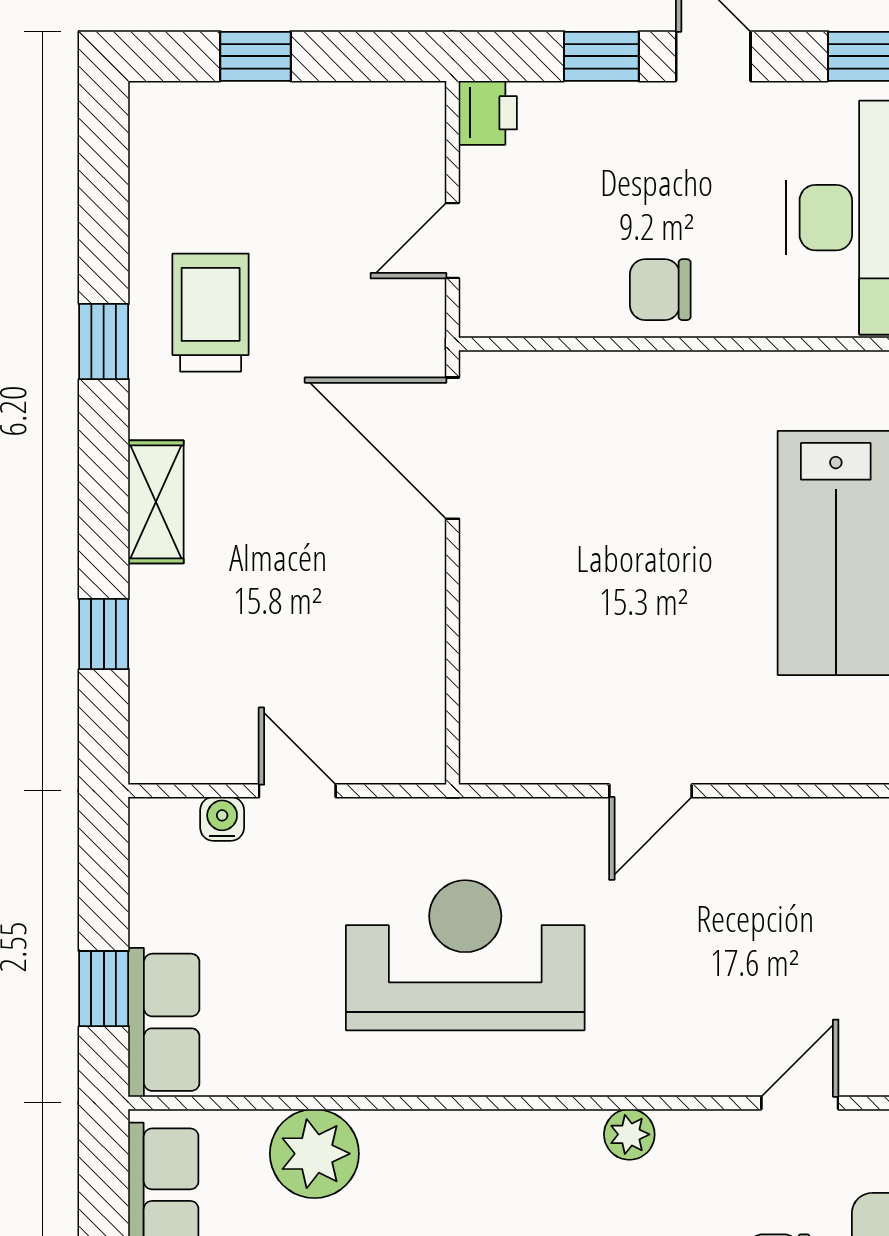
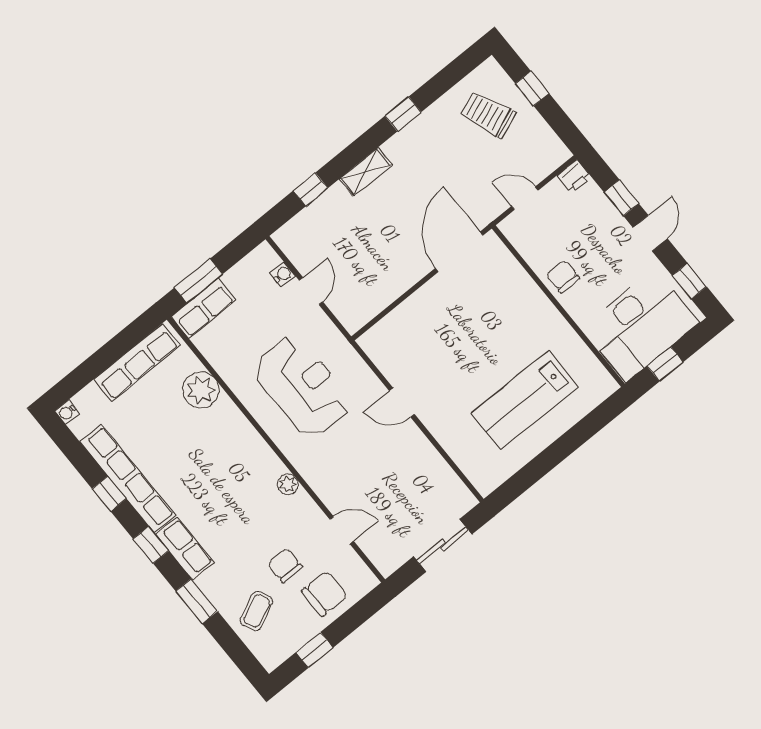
trolley: (211, 313) -> (488, 114), moved, turned -112
window: (104, 989) -> (199, 281), width x1.50

